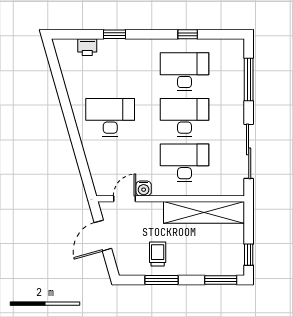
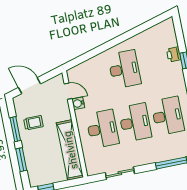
printer: (87, 47) -> (174, 54), moved
sliding door: (249, 151) -> (120, 173), width x0.73
door: (103, 236) -> (29, 86), moved
window: (221, 280) -> (21, 160), moved

